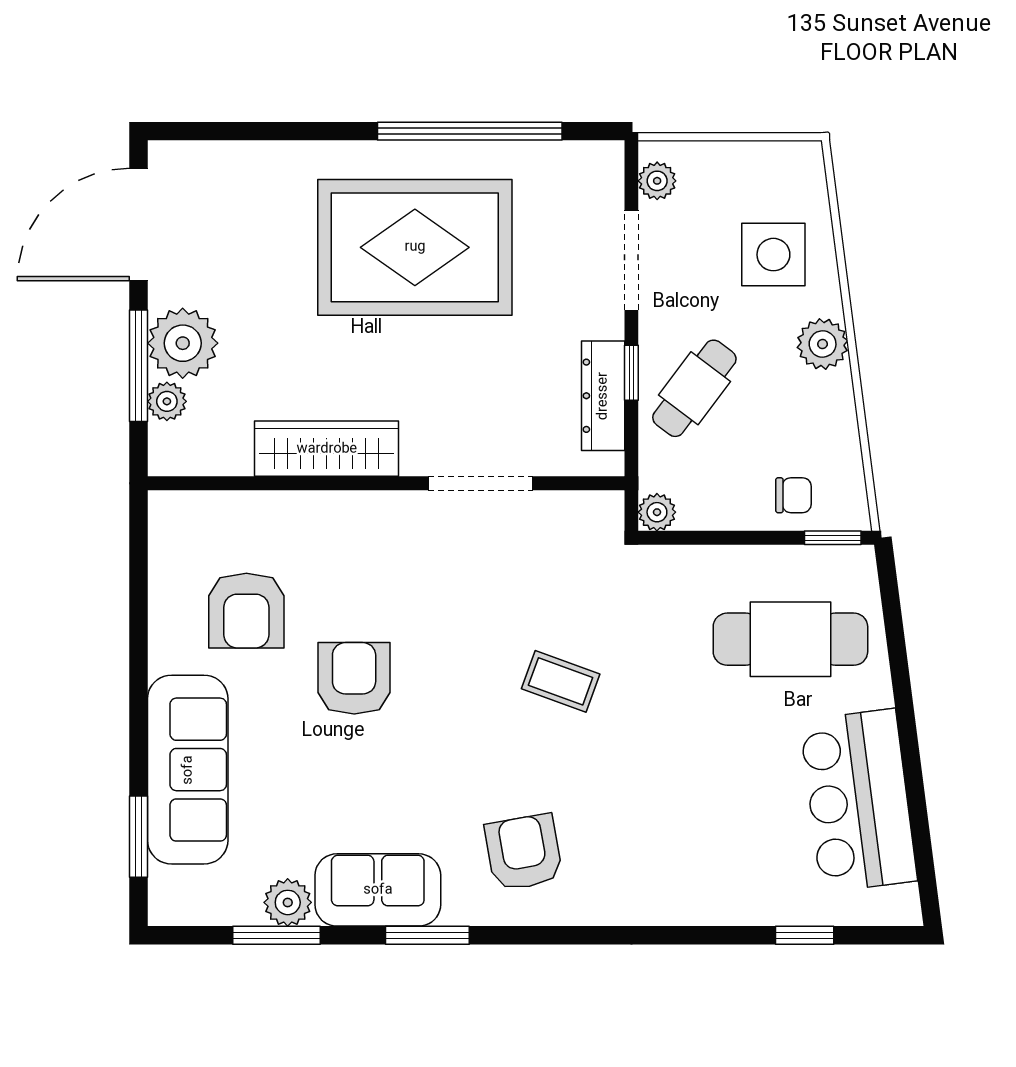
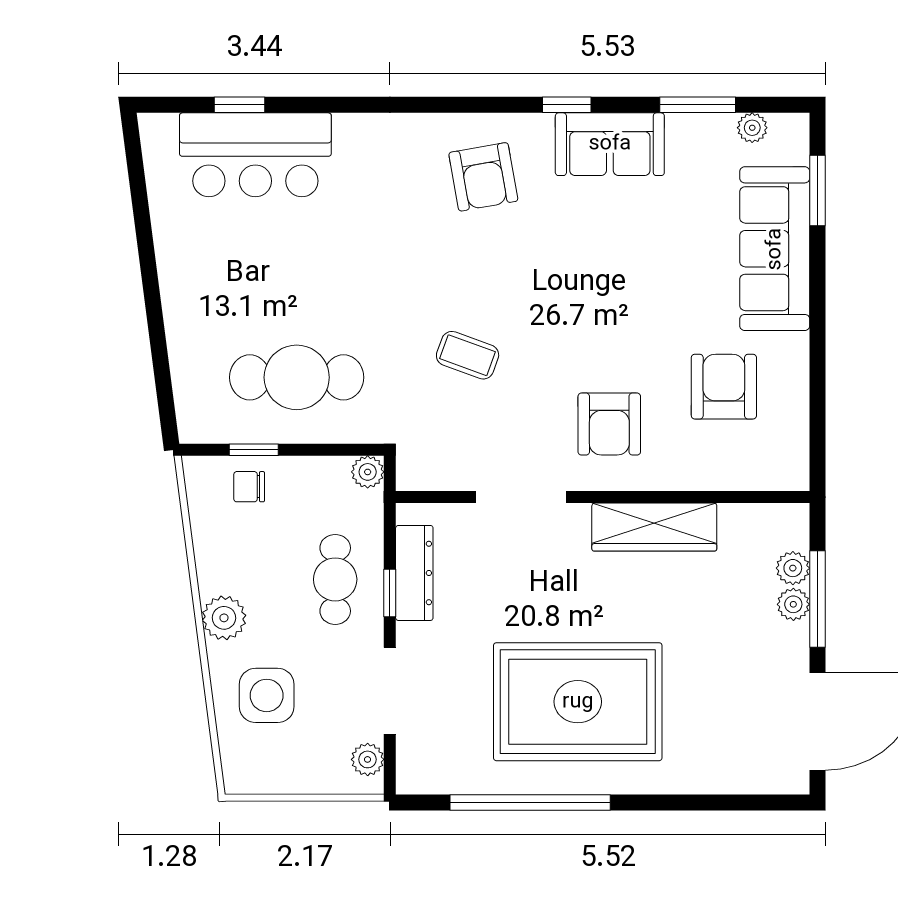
plant: (183, 343) -> (793, 604), width x0.53, depth x0.53
cafe table: (694, 388) -> (335, 579), turned -37
window: (833, 538) -> (254, 450), moved
cafe table: (790, 639) -> (297, 377), moved
armchair: (354, 678) -> (609, 424), moved
coffee table: (561, 681) -> (468, 355), moved
bar counter: (858, 801) -> (255, 155), moved, turned 97
plant: (288, 902) -> (752, 128), moved, width x0.73, depth x0.73
window: (427, 935) -> (567, 105), width x0.67

